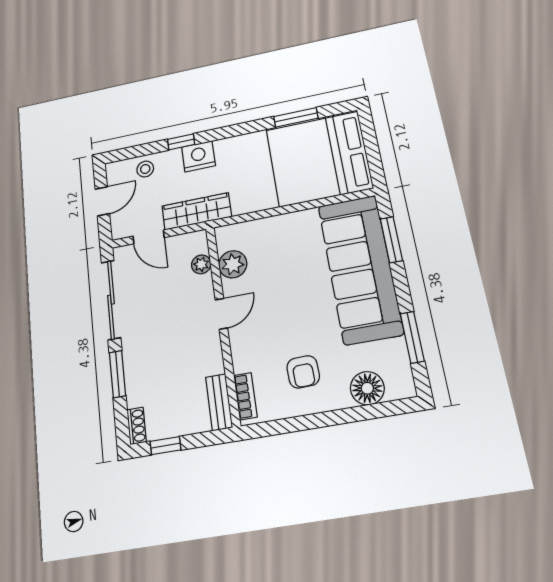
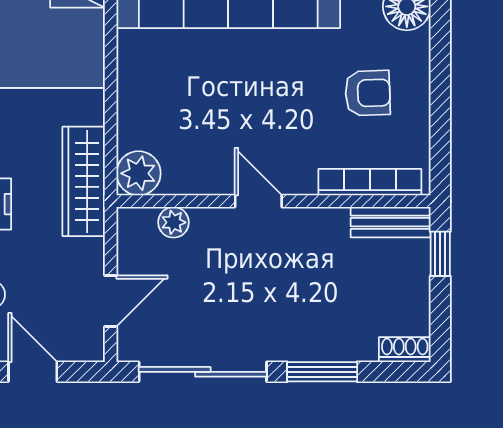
wardrobe: (197, 211) -> (84, 181), moved
plant: (233, 264) -> (139, 173), moved
bookcase: (245, 396) -> (370, 182), width x1.56
window: (165, 446) -> (440, 254), moved

